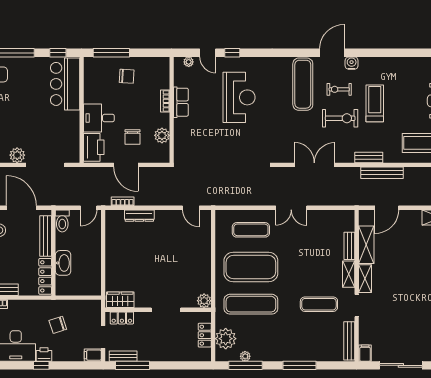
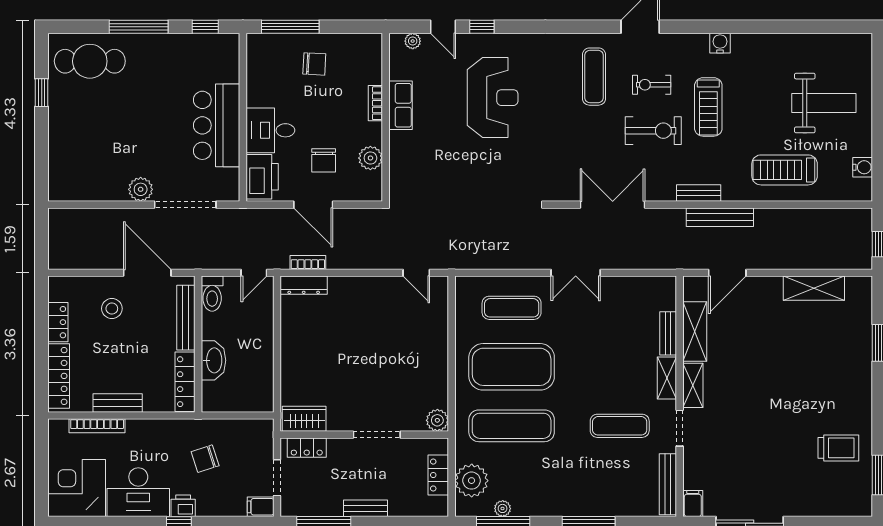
water cooler: (352, 63) -> (720, 43), moved
bar counter: (65, 84) -> (217, 125), moved
exercise mat: (303, 84) -> (594, 77), width x0.73, depth x0.69
treadmill: (375, 103) -> (708, 107), turned 180
dresser: (139, 216) -> (304, 285), moved
bench: (123, 356) -> (366, 508), moved

